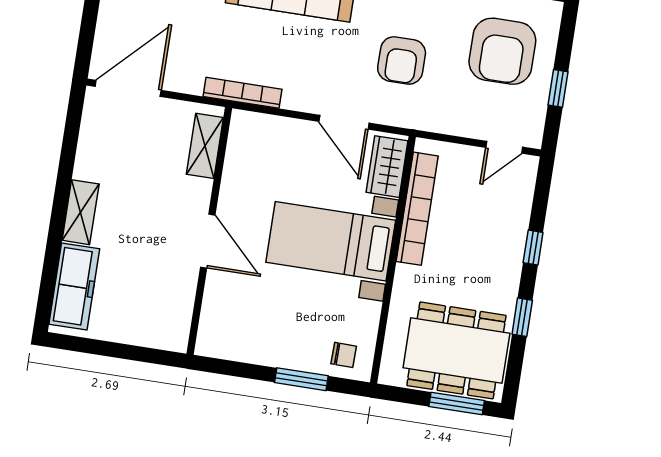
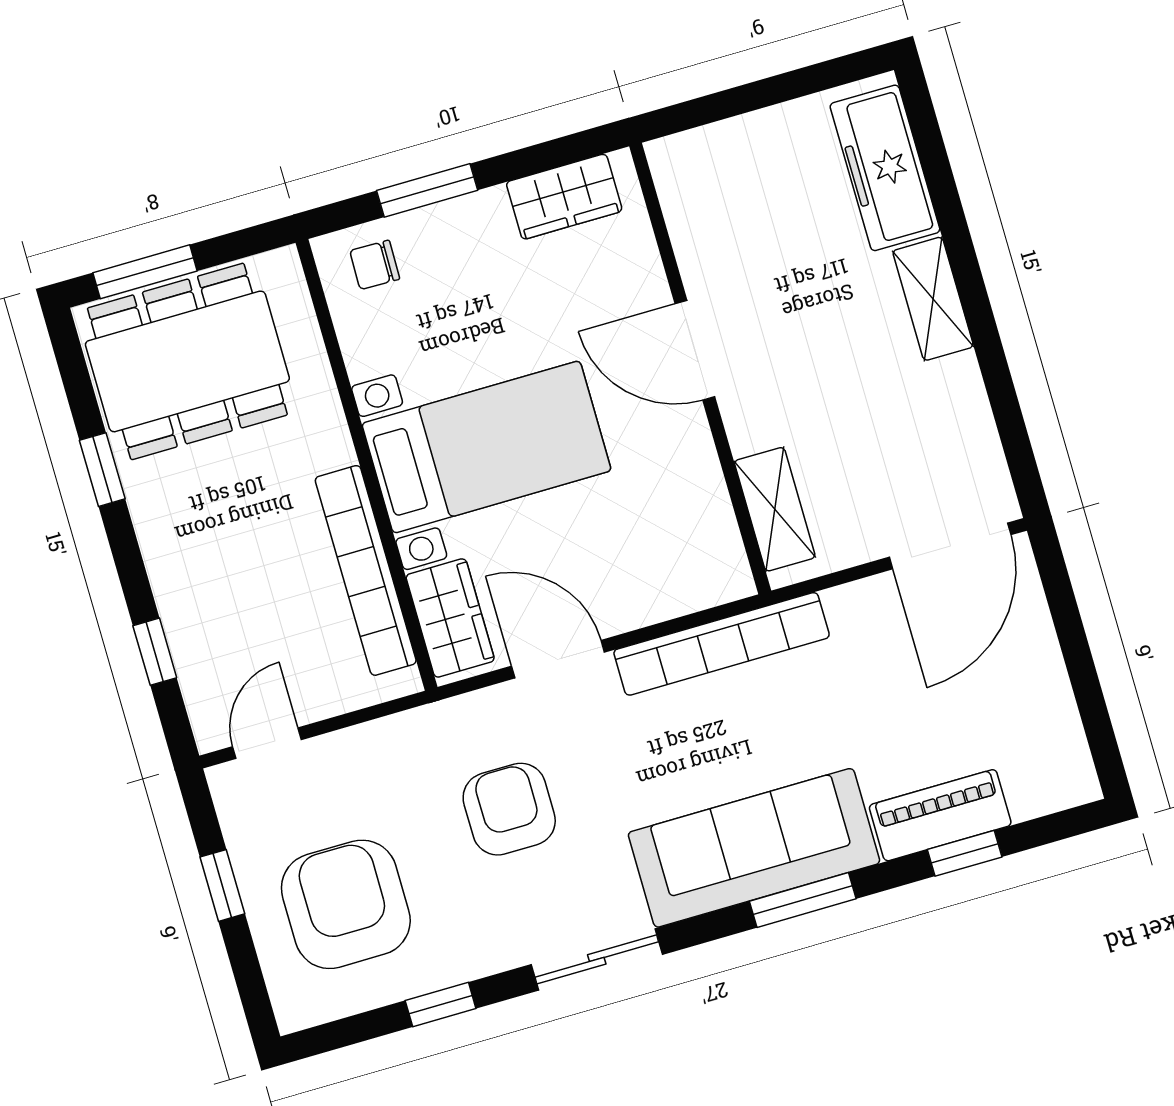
bookcase: (243, 93) -> (722, 644), width x1.48, depth x1.31
window: (533, 248) -> (155, 652), moved
wardrobe: (236, 345) -> (564, 197), added

